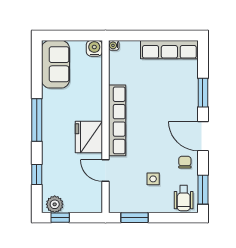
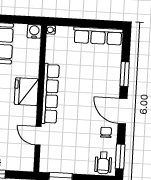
fridge: (89, 137) -> (26, 92), moved
side table: (153, 179) -> (78, 145), removed

